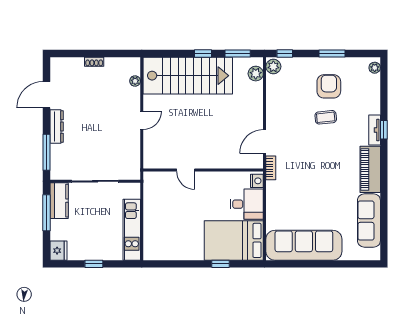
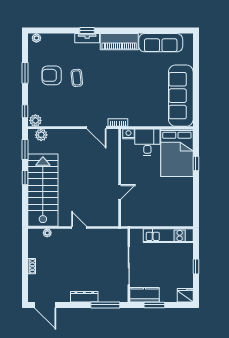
door: (47, 95) -> (45, 305), moved
window: (47, 213) -> (154, 305), width x0.69

